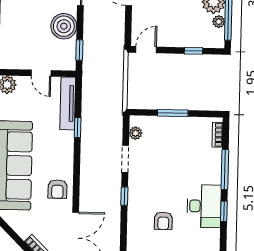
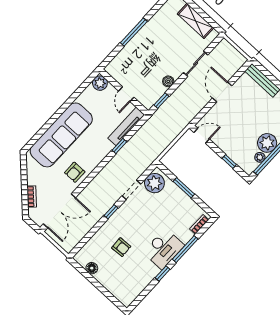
boiler: (64, 26) -> (168, 81), width x0.54, depth x0.54
plant: (136, 133) -> (154, 183), width x1.88, depth x1.88
desk: (204, 206) -> (164, 249), moved
armchair: (163, 221) -> (121, 247), turned -93

